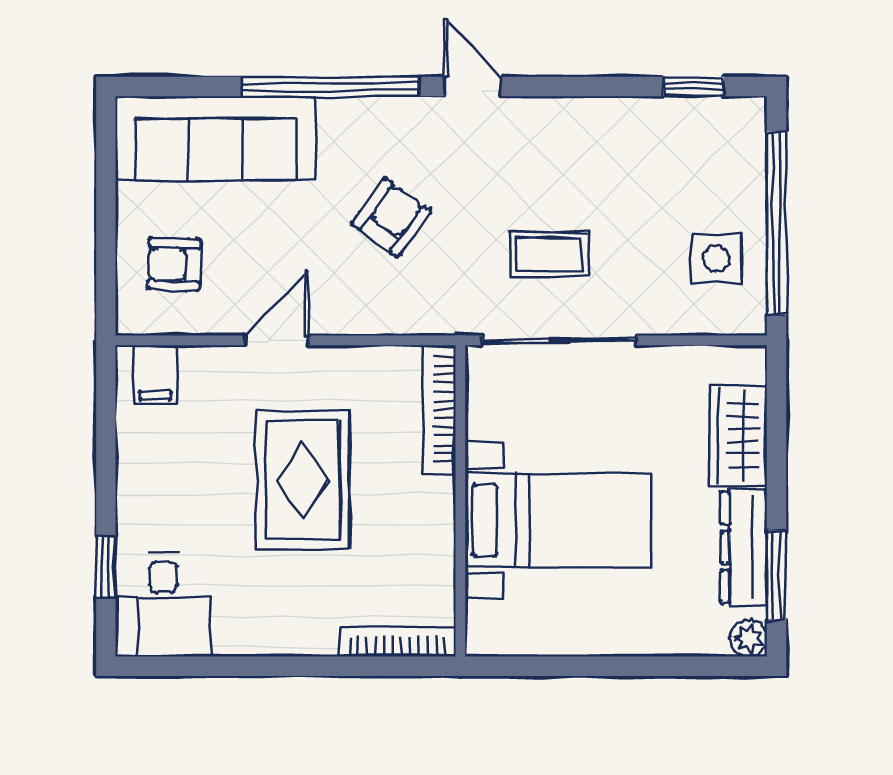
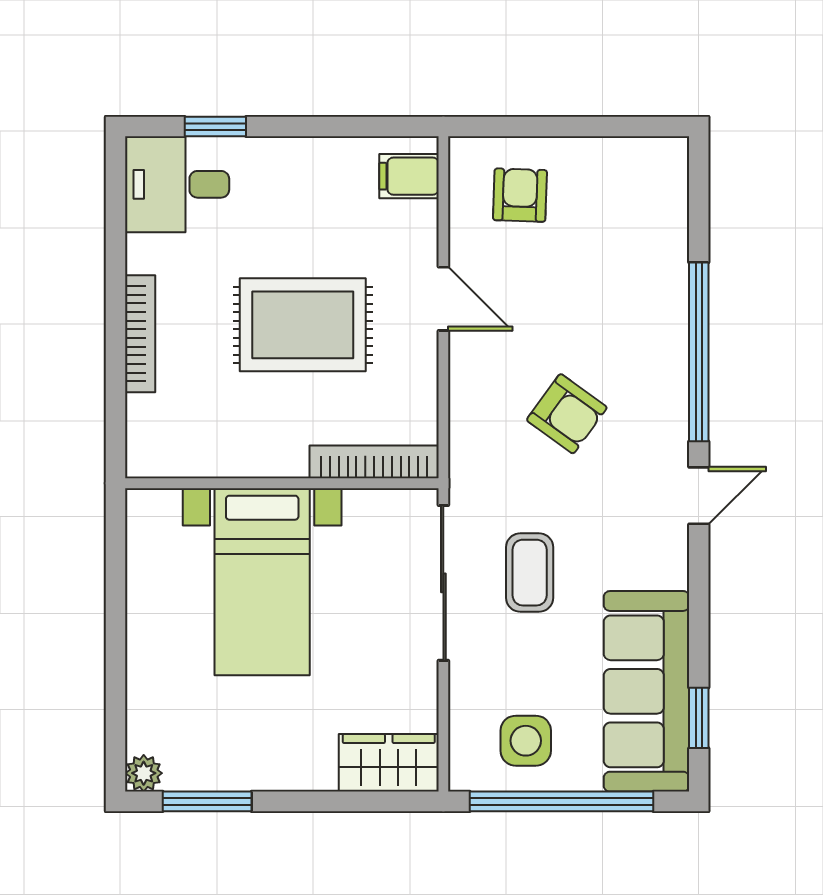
sofa: (215, 139) -> (647, 691), moved
wardrobe: (738, 435) -> (389, 763), moved
dresser: (744, 547) -> (235, 769), removed
bookcase: (397, 642) -> (140, 334), moved

